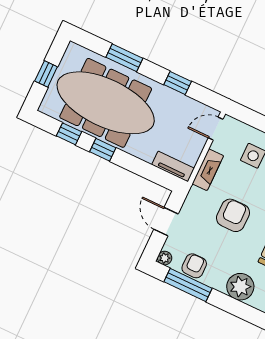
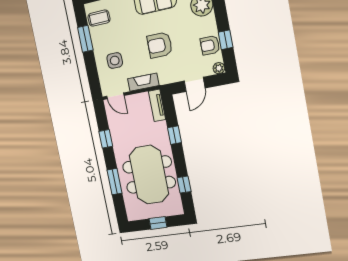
meeting table: (106, 103) -> (149, 175), width x0.73
window: (103, 150) -> (174, 135), moved
window: (188, 285) -> (226, 40), width x0.46

